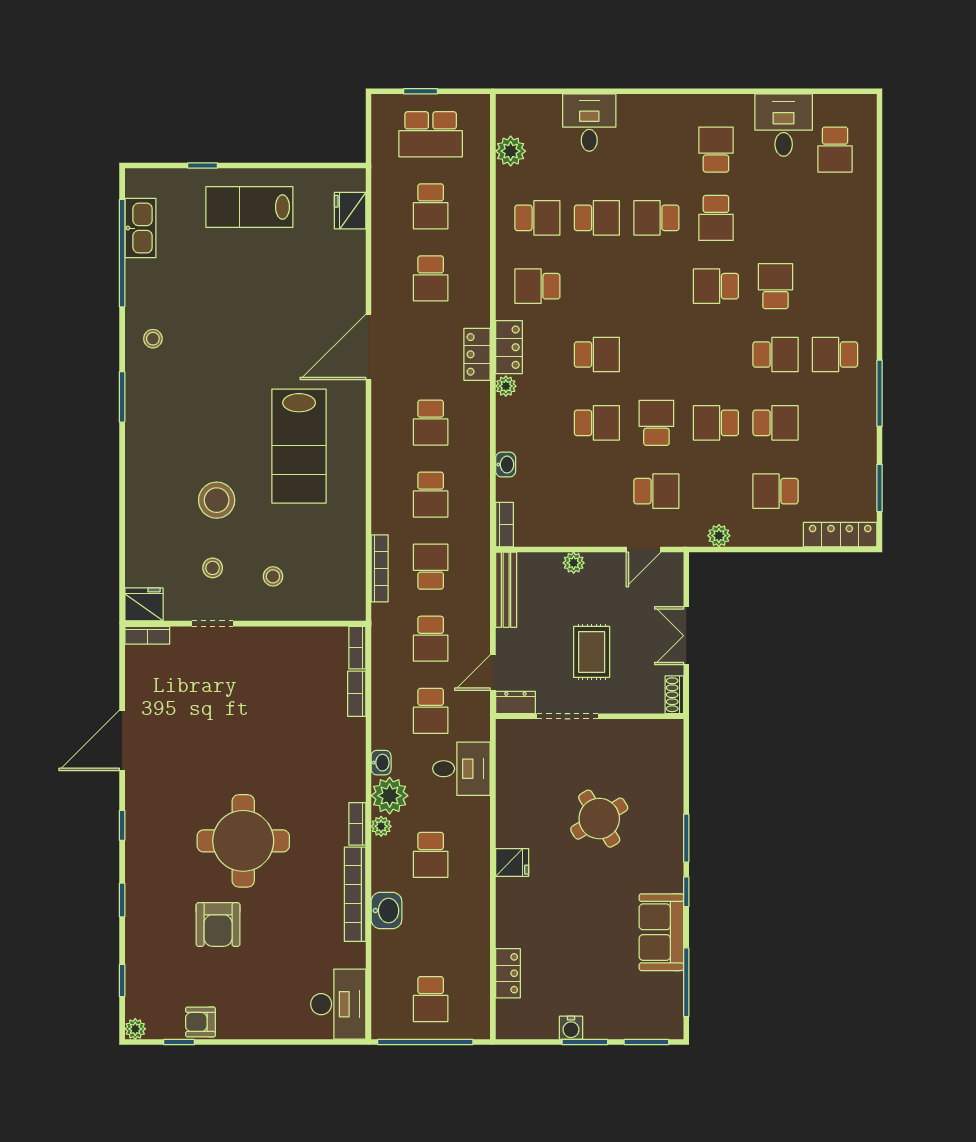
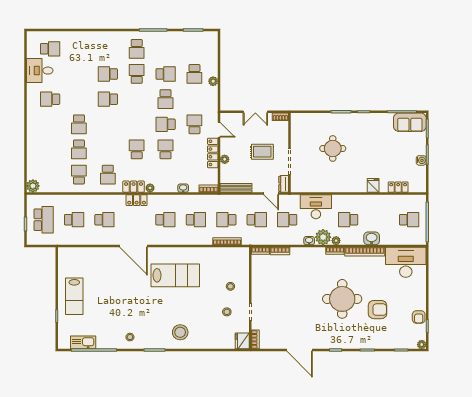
desk: (589, 123) -> (39, 153), removed
plant: (511, 151) -> (33, 186), moved
fridge: (350, 211) -> (76, 254), removed
school desk: (597, 218) -> (79, 149), turned 180
school desk: (716, 218) -> (79, 99), removed
school desk: (716, 286) -> (108, 99), turned 90
school desk: (775, 423) -> (166, 74), turned 90
stool: (217, 500) -> (180, 332), moved
locker: (840, 535) -> (213, 153), moved
plant: (719, 536) -> (213, 81), moved
school desk: (431, 711) -> (287, 220), turned 180
desk: (461, 769) -> (316, 207), width x1.37
round table: (599, 819) -> (333, 148), turned 31
school desk: (431, 855) -> (348, 220), turned 180
fridge: (512, 862) -> (373, 185), moved
sofa: (661, 932) -> (410, 122), moved
desk: (338, 1004) -> (406, 262), width x1.36, depth x1.30

